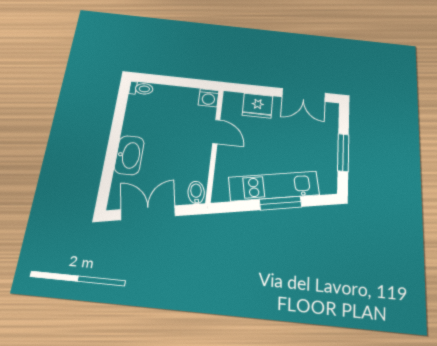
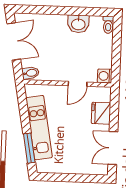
window: (343, 153) -> (68, 178), removed
washbasin: (129, 155) -> (78, 24), moved, width x0.72
window: (281, 203) -> (29, 148), moved

